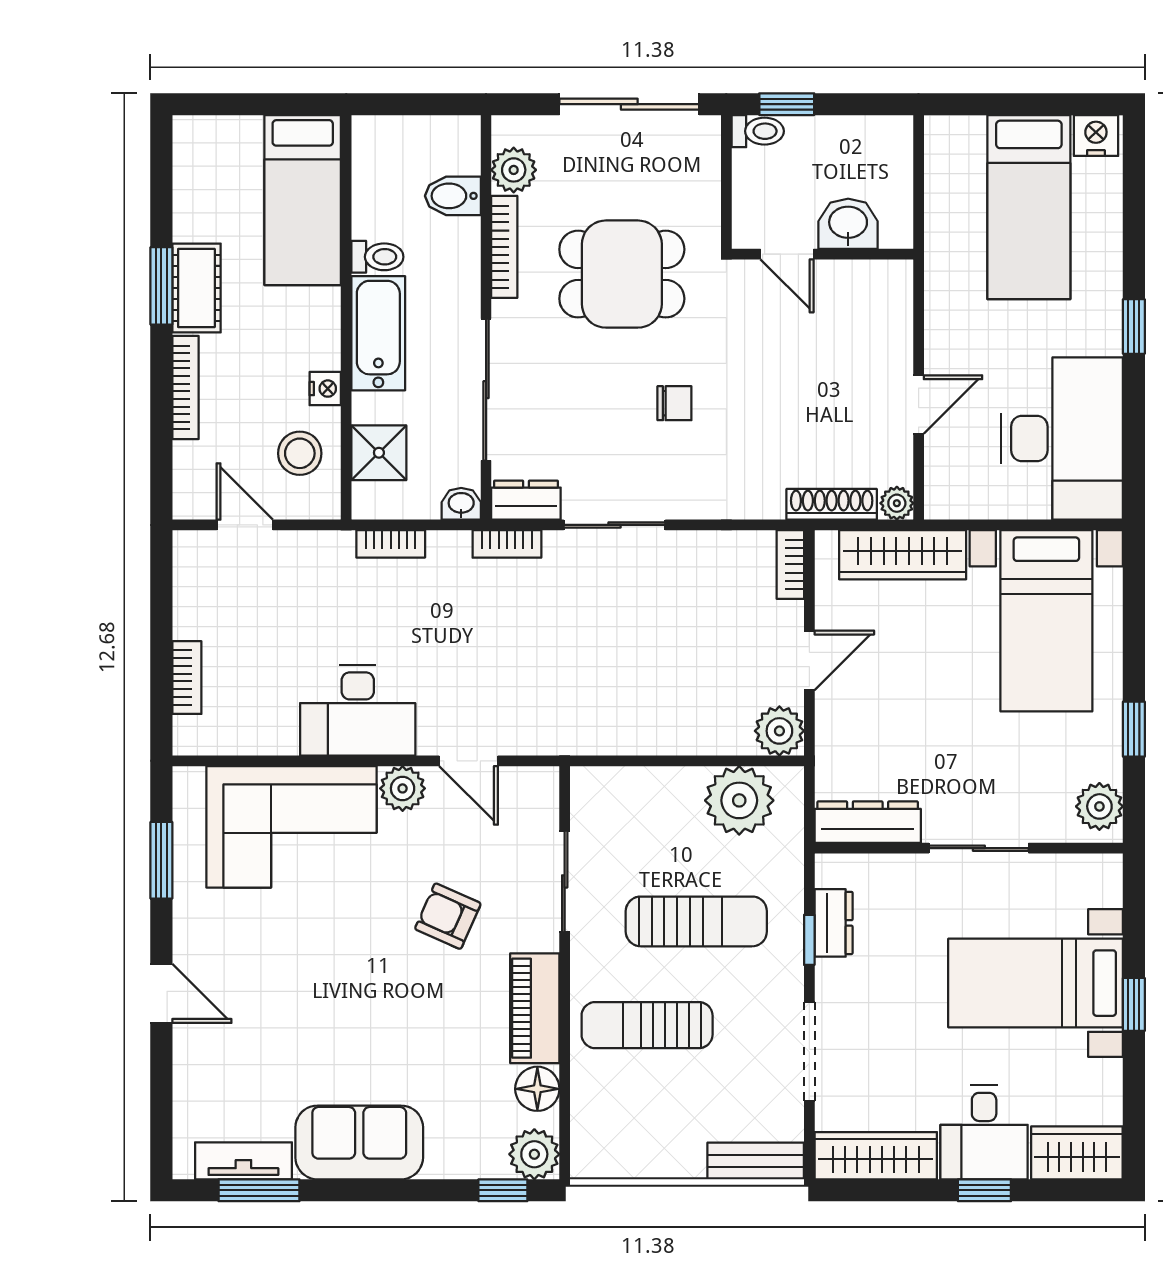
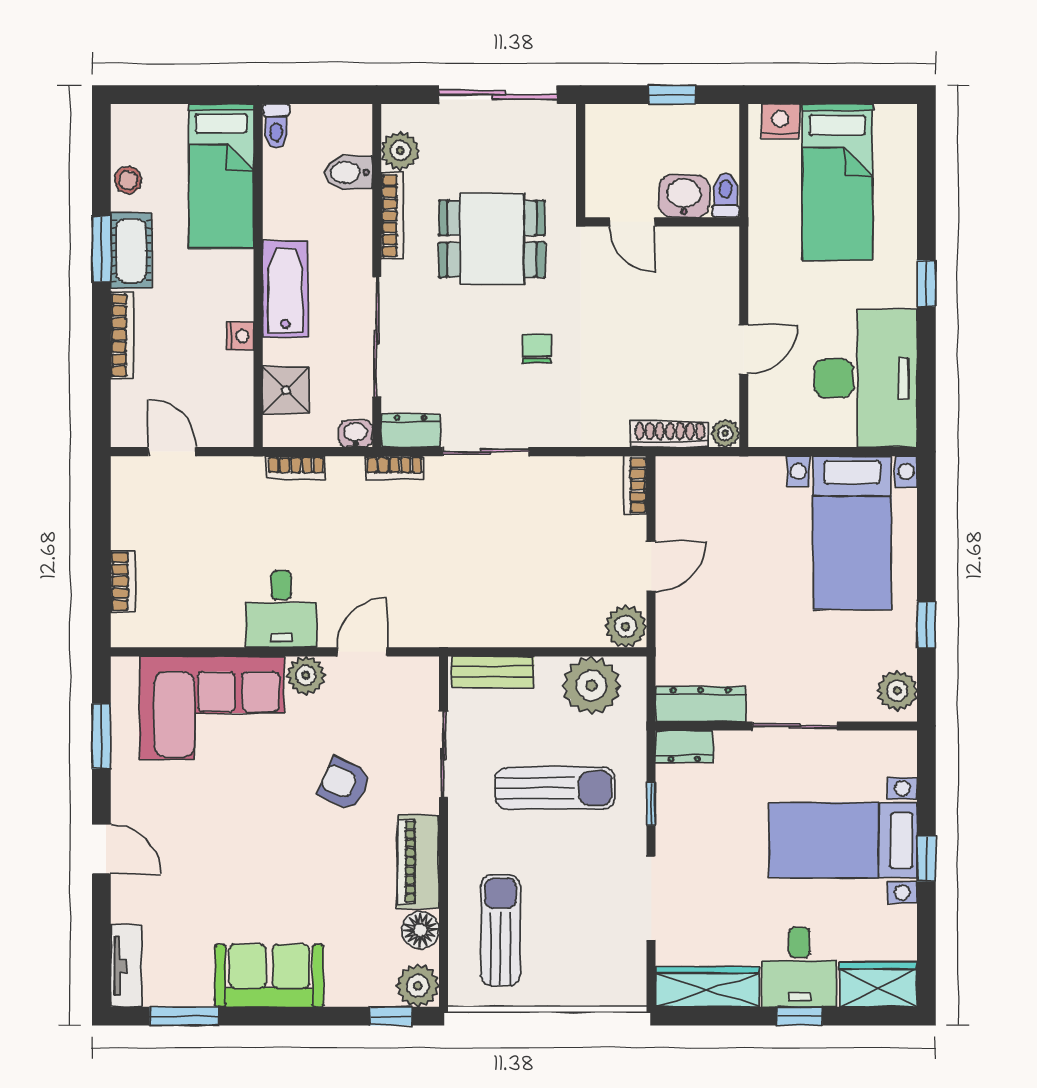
window: (787, 104) -> (672, 95), moved
toilet: (758, 131) -> (726, 195), moved, turned -90
nightstand: (1096, 135) -> (780, 121), moved
toilet: (377, 257) -> (276, 126), moved, turned 90
chair: (674, 403) -> (537, 348), turned -90
stool: (300, 453) -> (128, 180), moved, width x0.73, depth x0.73
wardrobe: (903, 555) -> (730, 477), removed
desk: (358, 710) -> (281, 609), width x0.73
door: (469, 761) -> (362, 652), swing flipped
dresser: (834, 923) -> (684, 747), moved, turned 90
sun lounger: (647, 1025) -> (500, 930), moved, turned 90
tv unit: (243, 1161) -> (126, 966), moved, turned 90
bench: (756, 1161) -> (493, 672), moved

